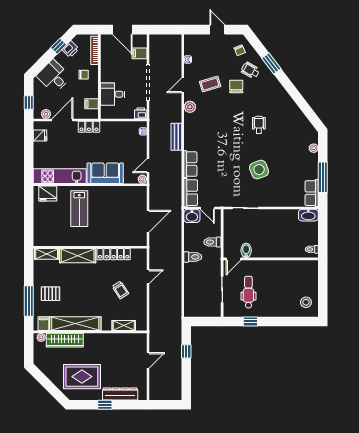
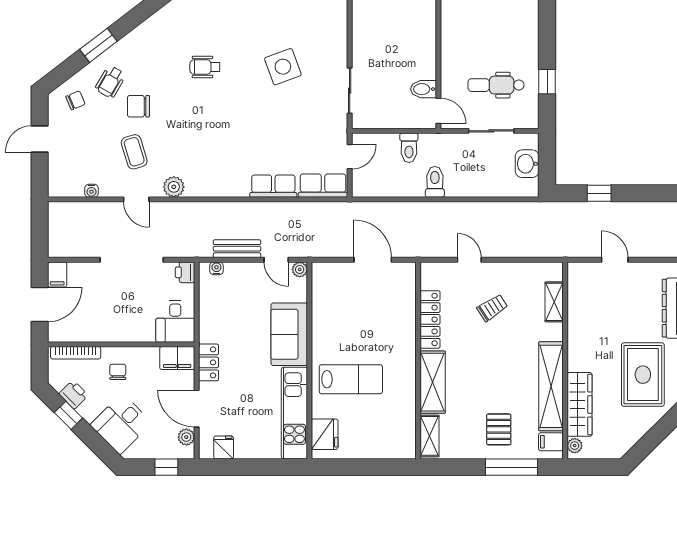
filing cabinet: (140, 53) -> (57, 274), moved
desk: (113, 94) -> (175, 321), moved
filing cabinet: (92, 104) -> (177, 358), width x2.00
bench: (176, 137) -> (237, 249), moved
washbasin: (192, 216) -> (527, 164), moved, turned 180

